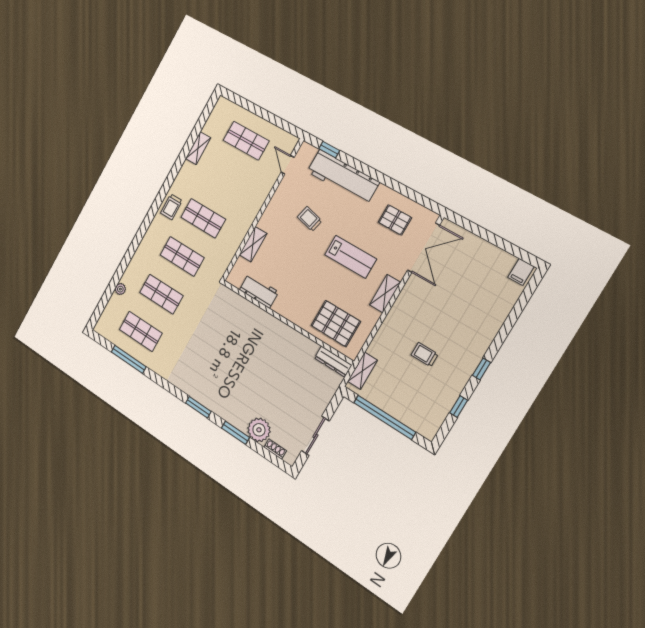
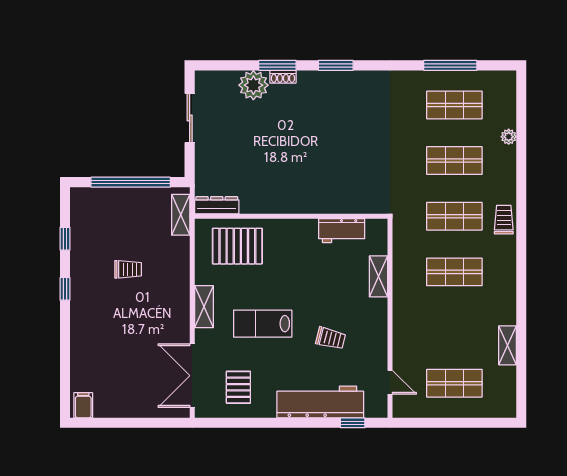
trolley: (171, 207) -> (504, 220), moved
pallet: (395, 220) -> (238, 387), turned 90
shoe rack: (275, 449) -> (283, 77), moved

